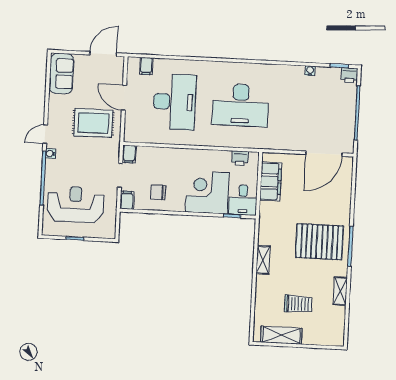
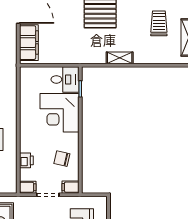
printer: (240, 158) -> (26, 160), moved
filing cabinet: (271, 181) -> (29, 43), moved, turned 90
chair: (158, 192) -> (62, 159), turned 103

